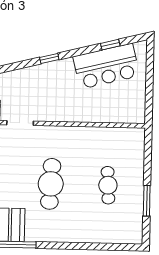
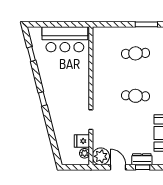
bar counter: (106, 66) -> (65, 39), moved, turned 104
cafe table: (51, 184) -> (136, 96), width x0.73, depth x0.74

